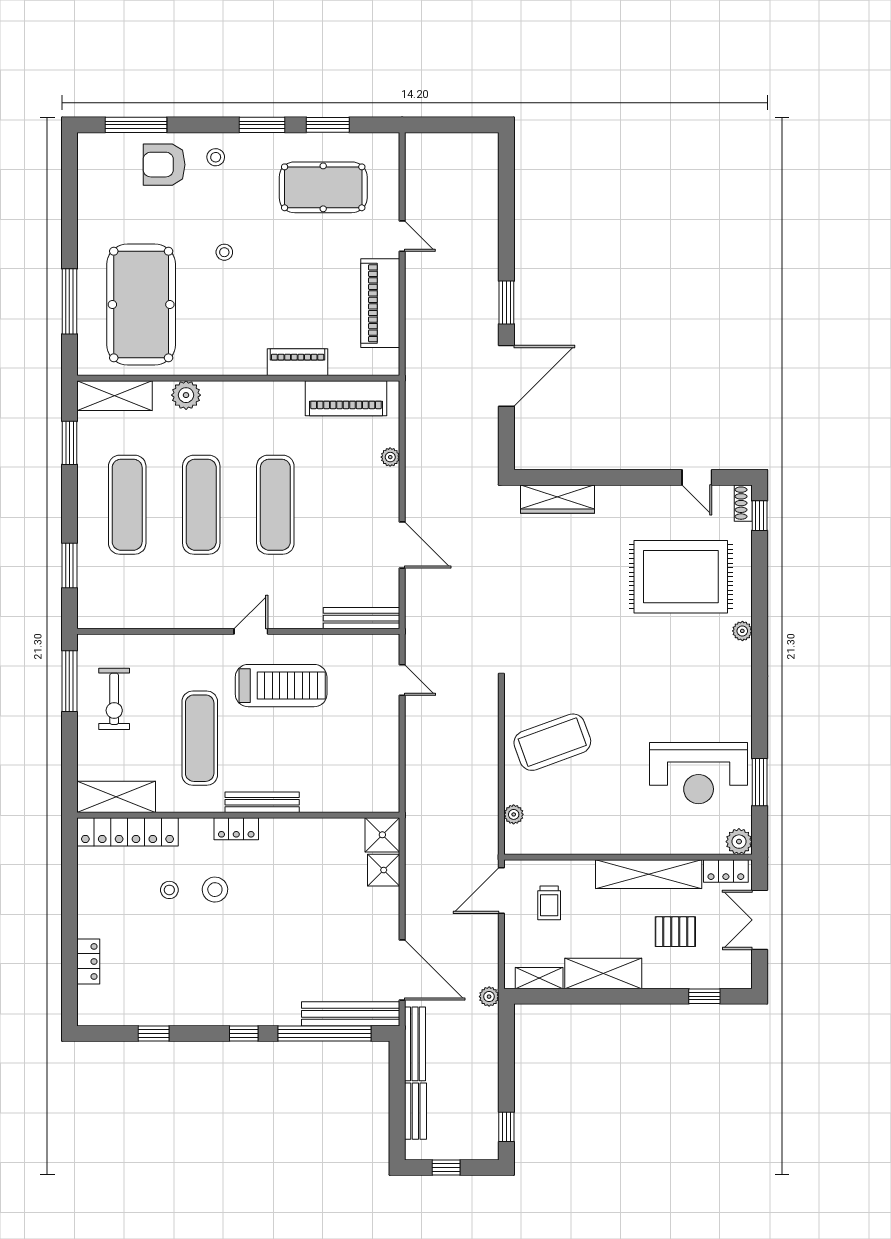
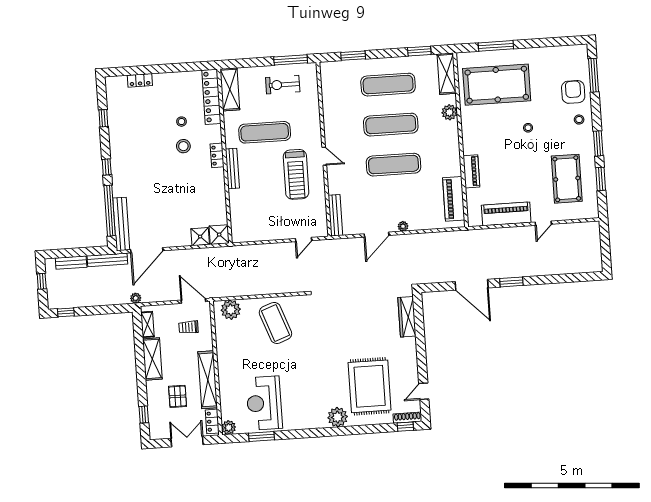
plant: (390, 457) -> (403, 226), moved
shoe rack: (743, 503) -> (407, 418), width x1.43
plant: (742, 631) -> (338, 417), width x1.88, depth x1.88
plant: (514, 814) -> (231, 310), width x1.88, depth x1.88

